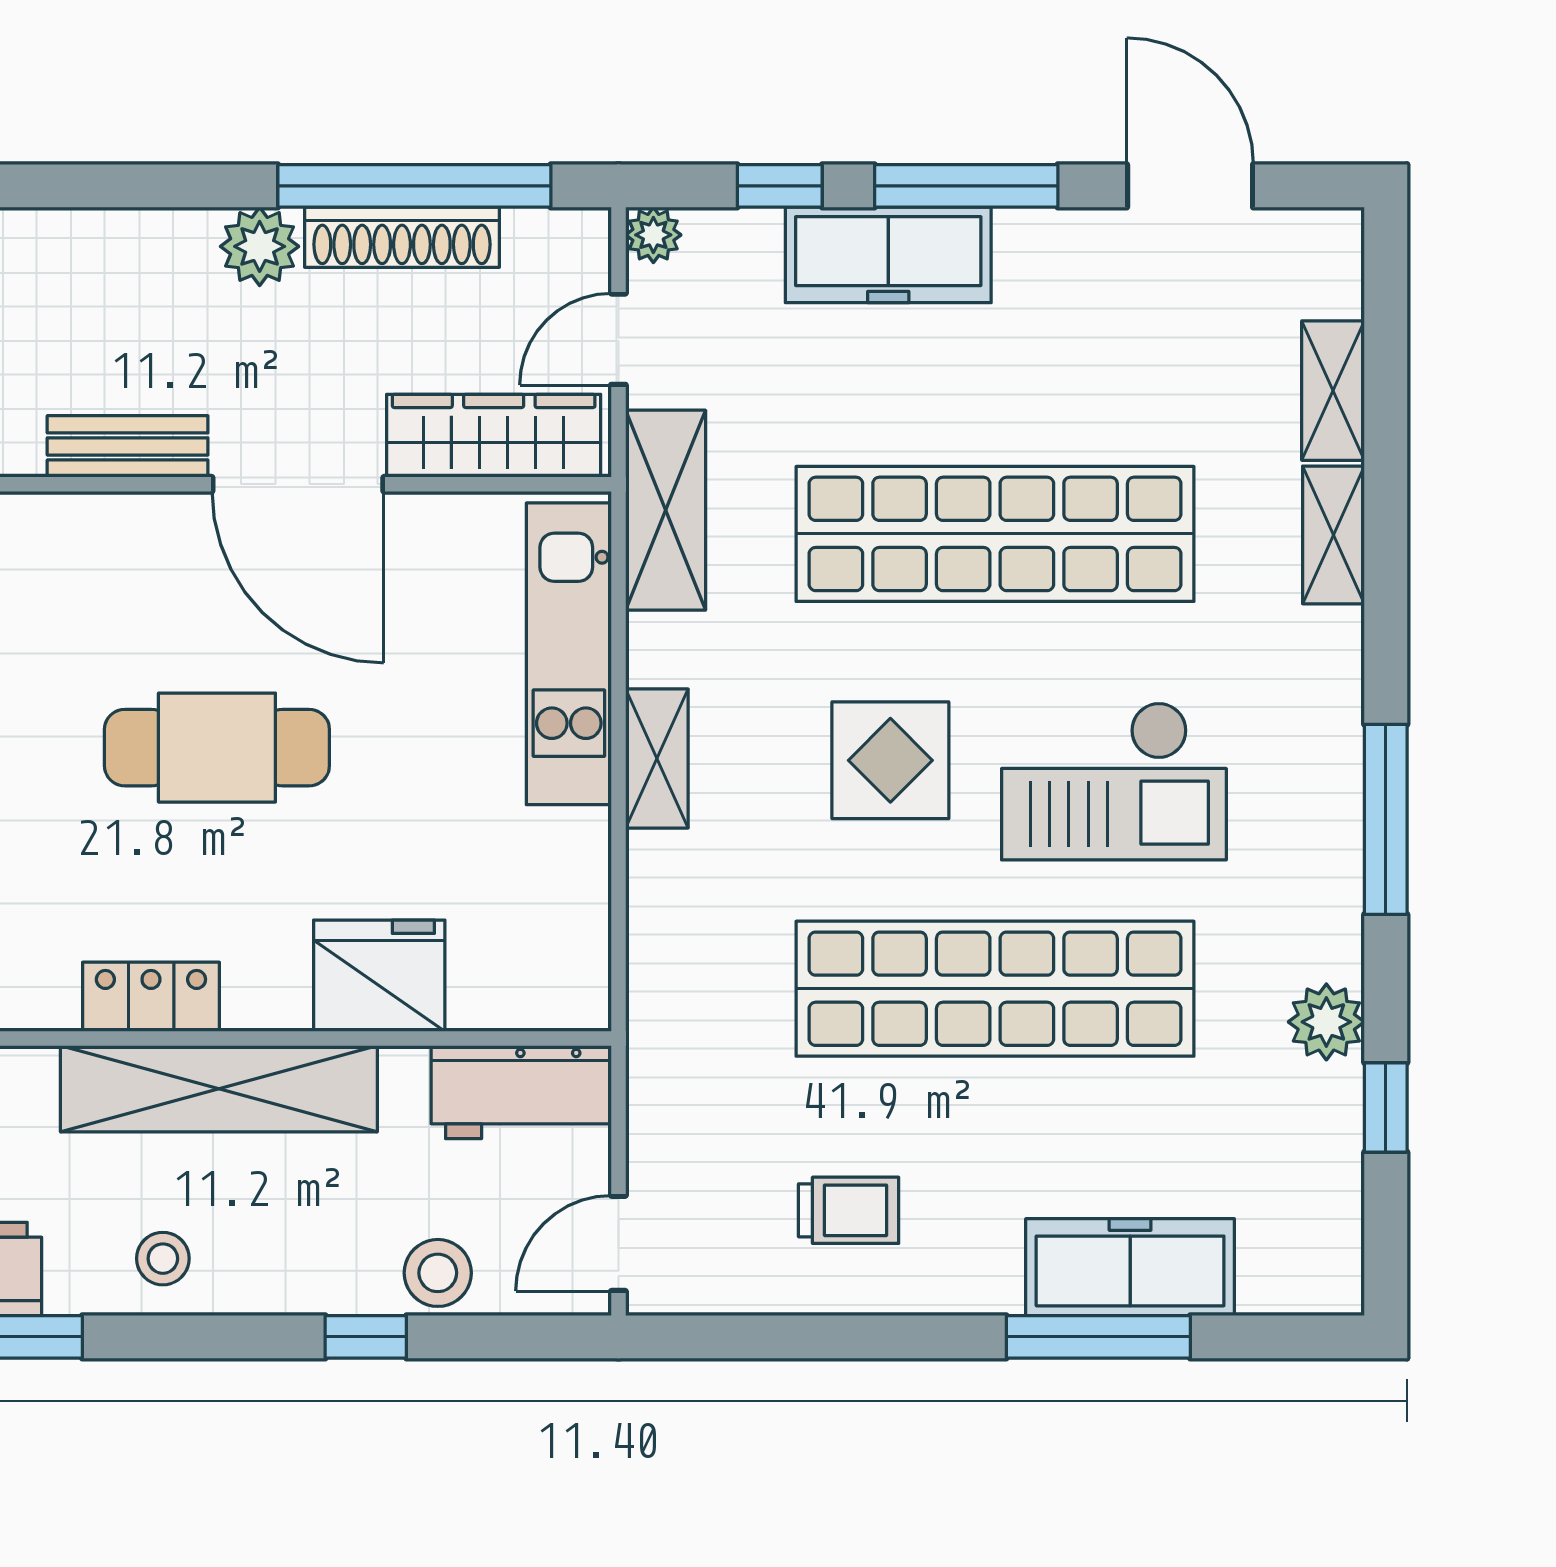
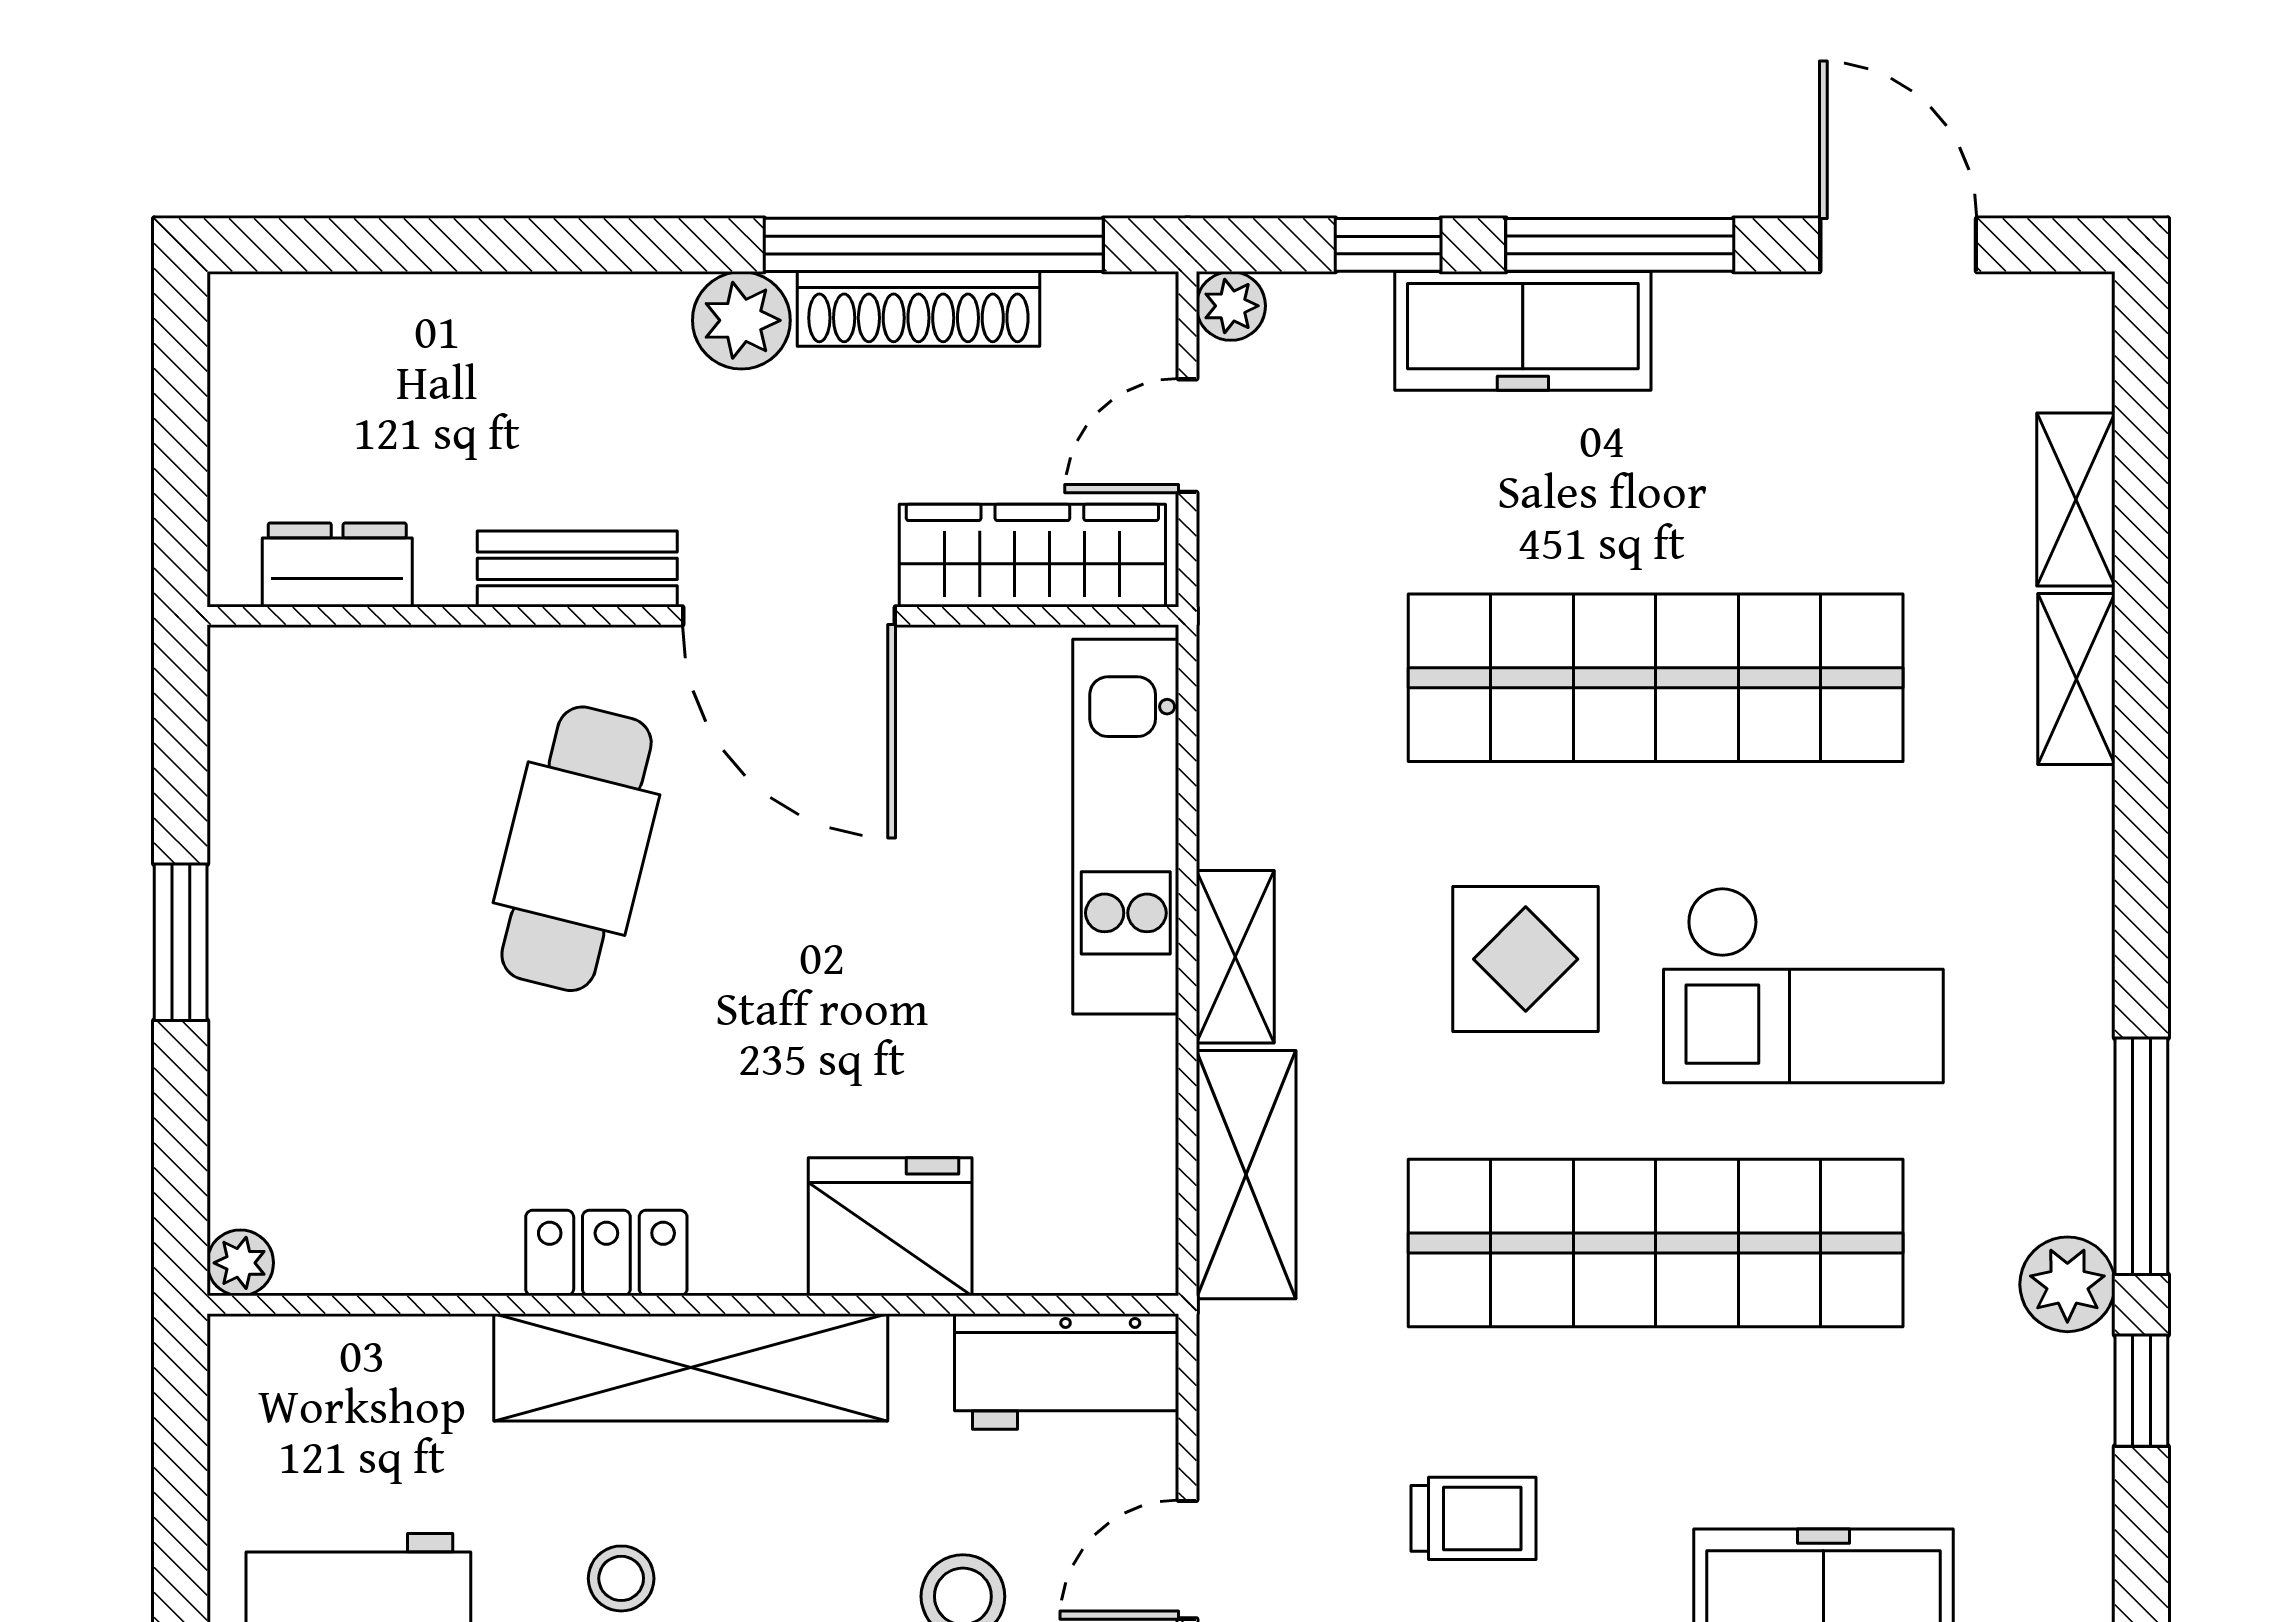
shelving: (666, 510) -> (1246, 1175), moved
cafe table: (217, 748) -> (577, 849), moved, turned -76
window: (1386, 819) -> (2141, 1156), moved

